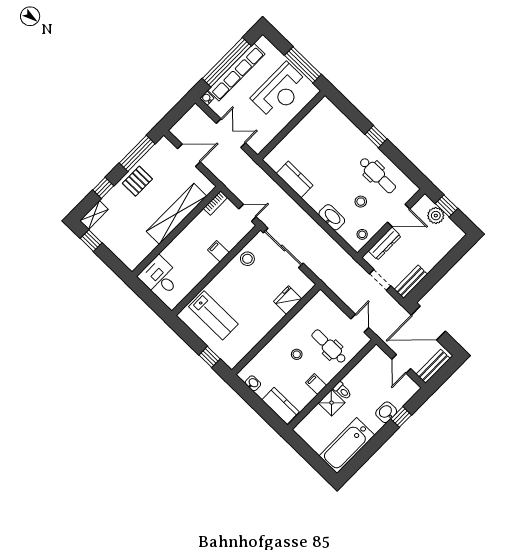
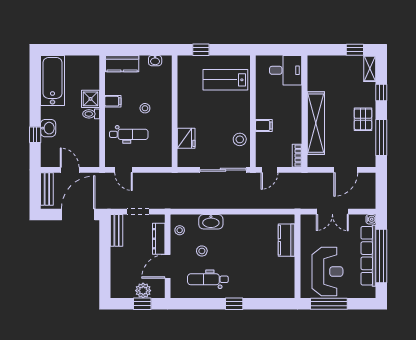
reception desk: (280, 91) -> (327, 272), turned 180
kitchen counter: (295, 179) -> (287, 240), moved, turned 90

